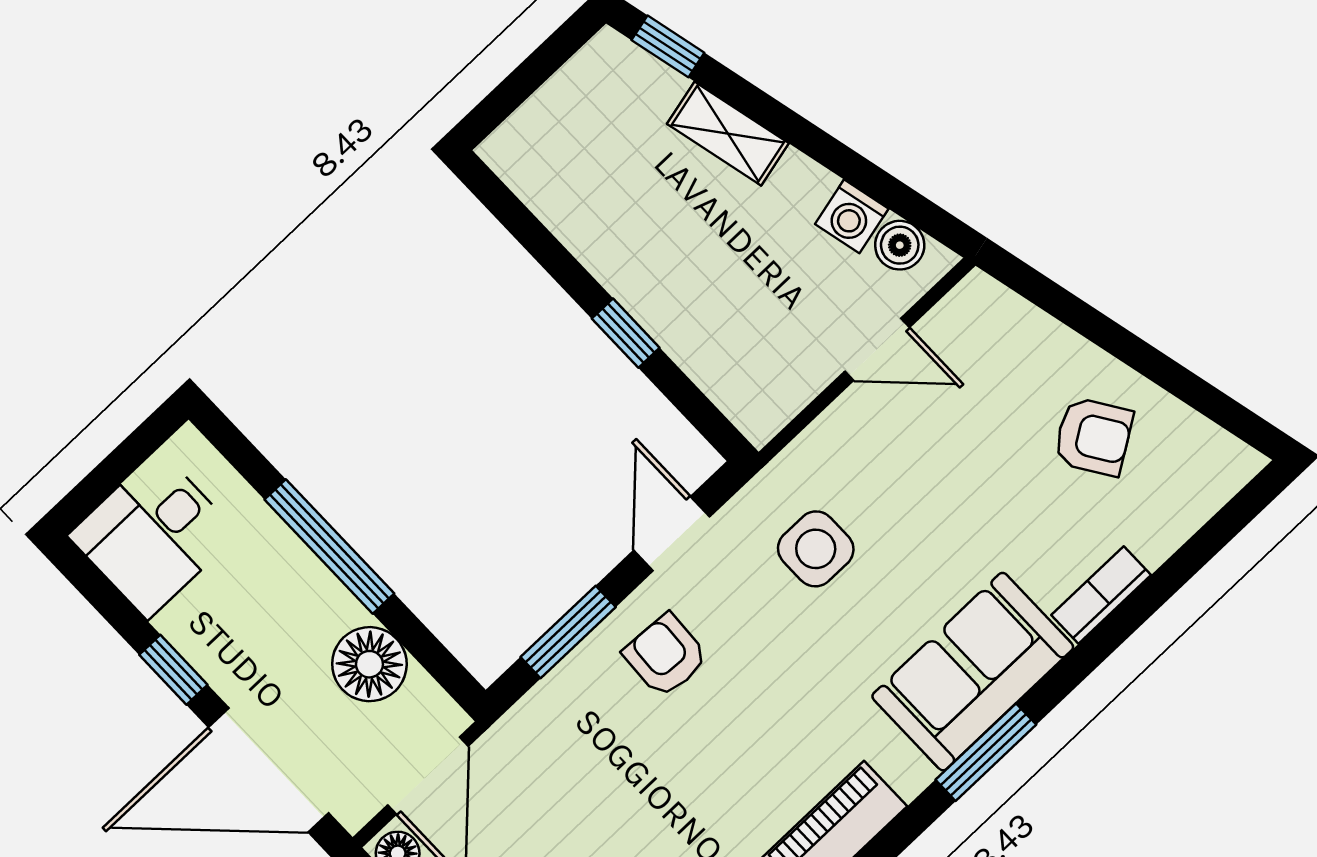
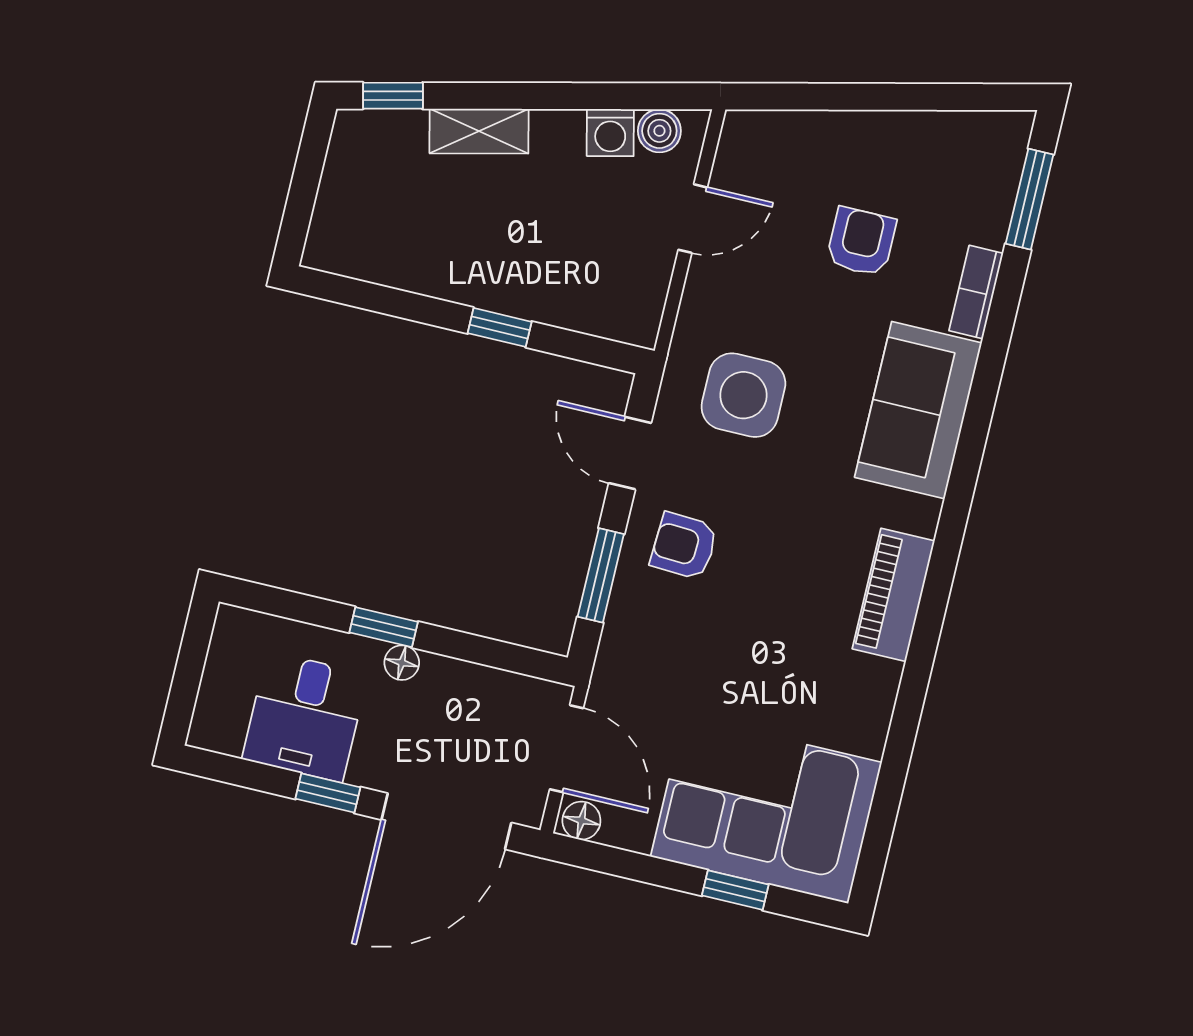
armchair: (1093, 437) -> (861, 242), moved, turned -57
desk: (153, 535) -> (305, 717), moved
window: (329, 546) -> (384, 627), width x0.46
side table: (816, 549) -> (743, 395), width x1.37, depth x1.37
floor lamp: (369, 664) -> (402, 663), moved, width x0.53, depth x0.53
window: (986, 752) -> (1030, 199), moved

